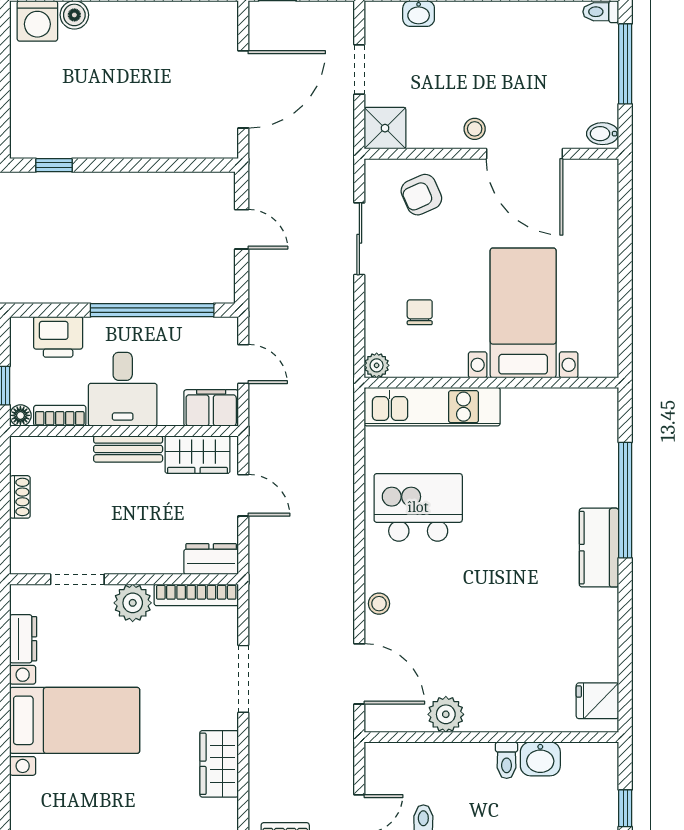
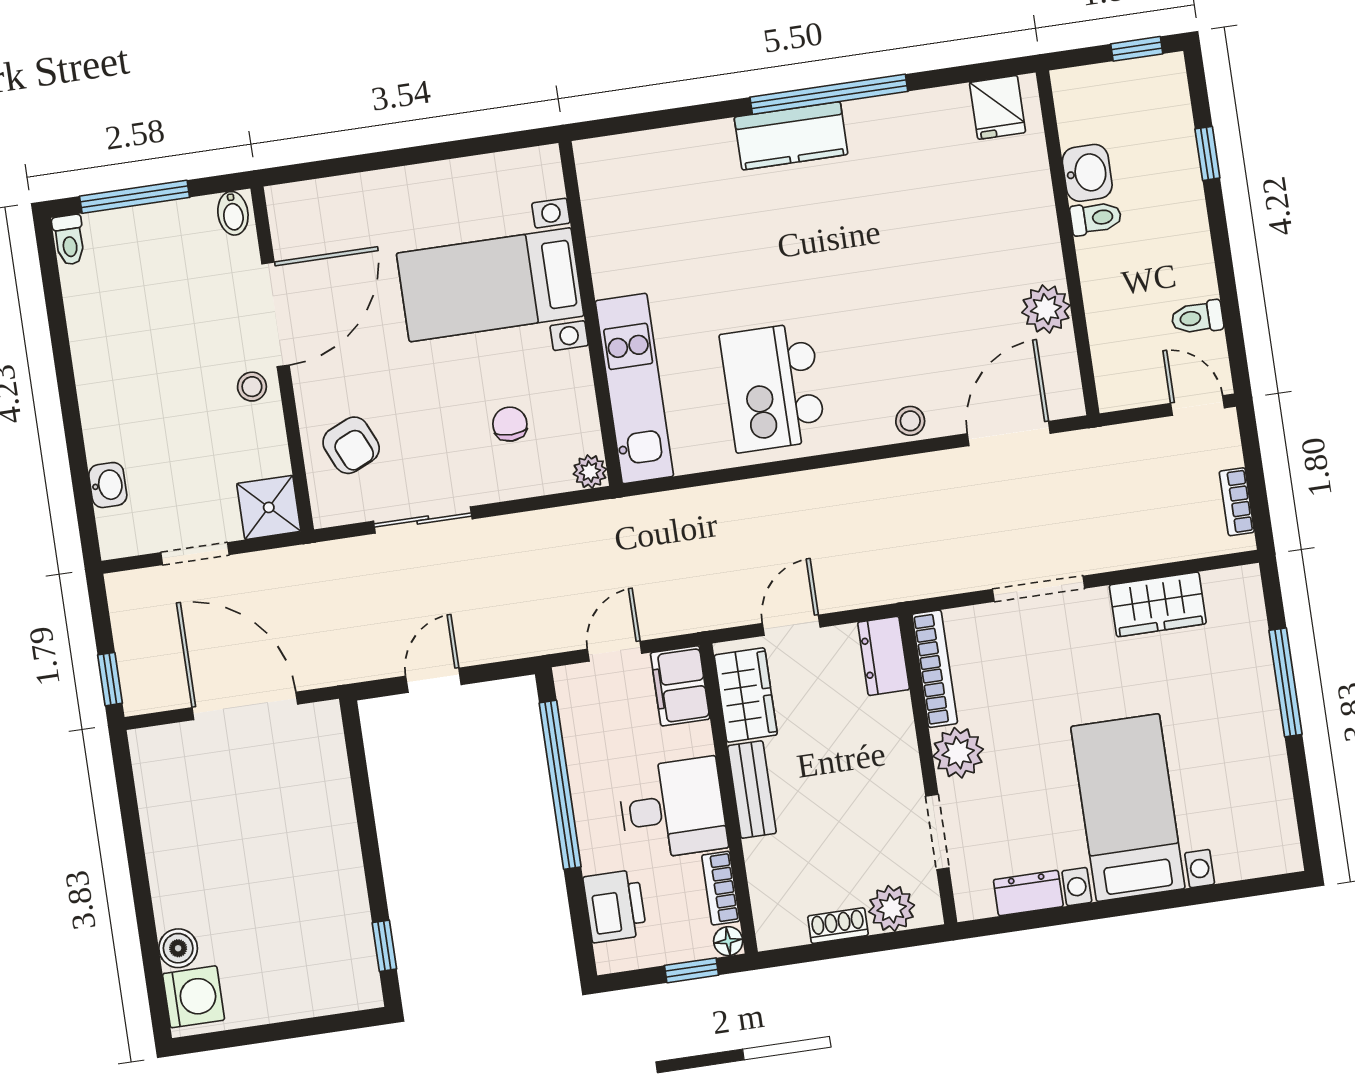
chair: (420, 312) -> (510, 424), turned 90
window: (625, 500) -> (829, 94), moved
plant: (27, 538) -> (892, 908), added

